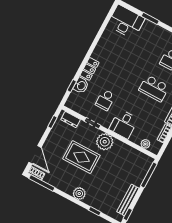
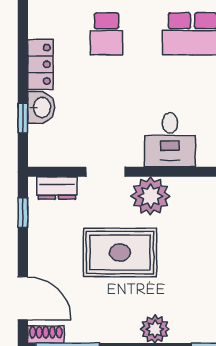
school desk: (105, 100) -> (106, 34), moved

